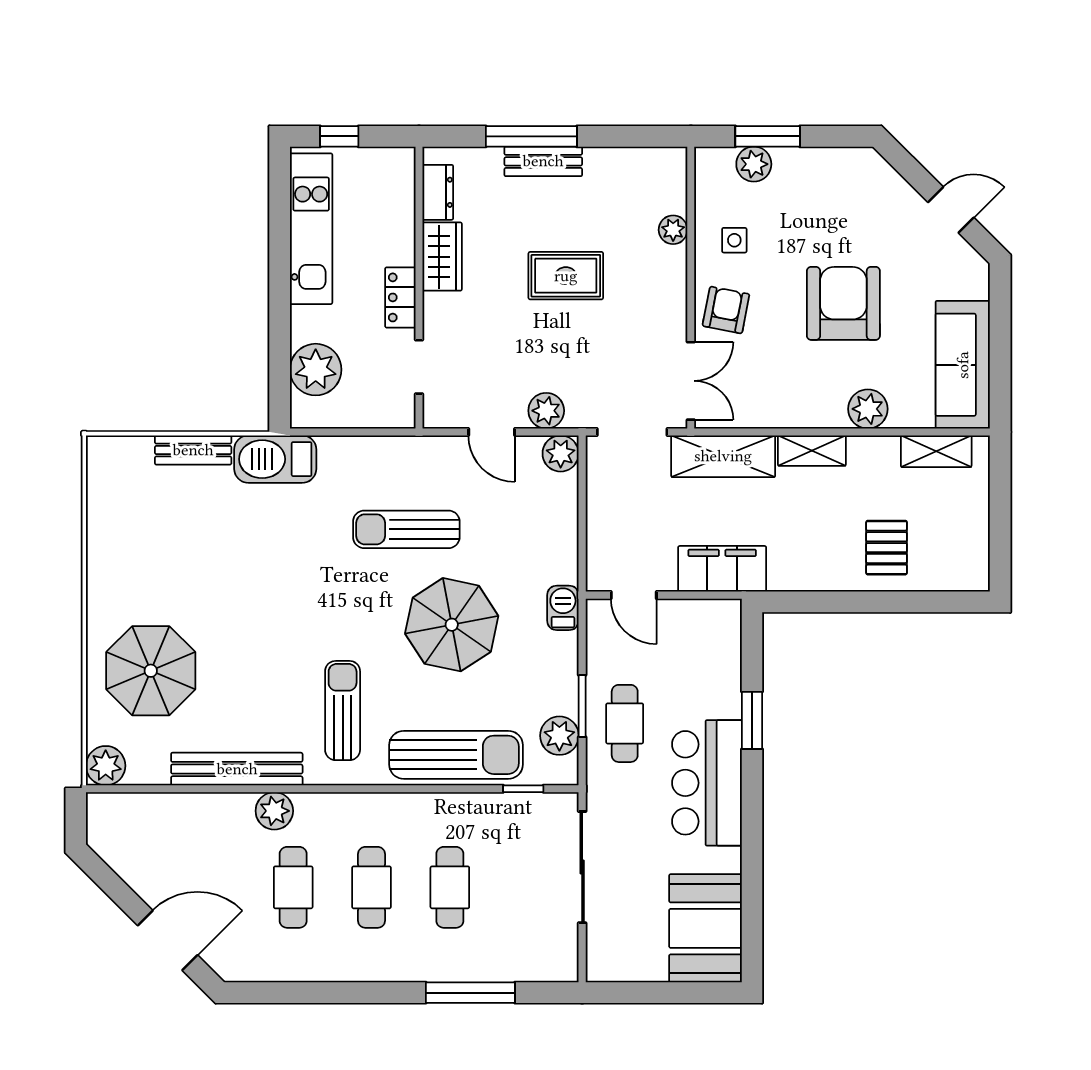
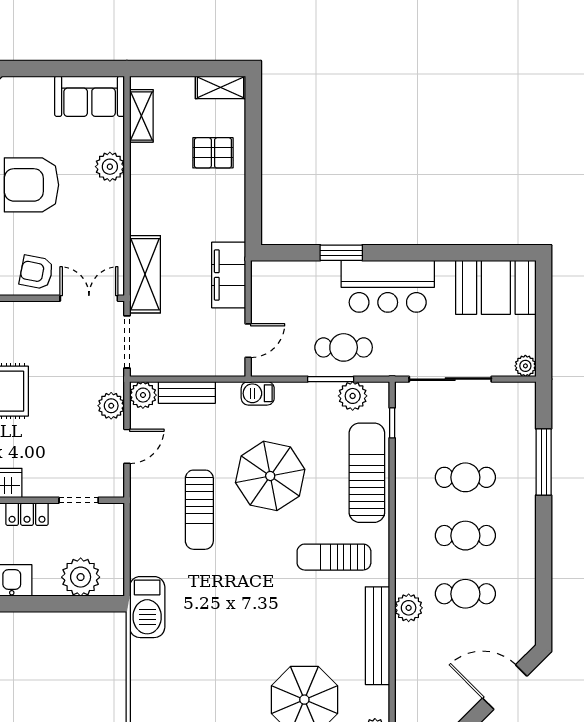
sofa: (963, 365) -> (90, 96), width x0.73
bench: (193, 450) -> (187, 392), moved, turned 90
shelving: (812, 451) -> (220, 87), moved, turned 90
door: (168, 940) -> (505, 687), hinge flipped
plant: (600, 968) -> (525, 366), added

